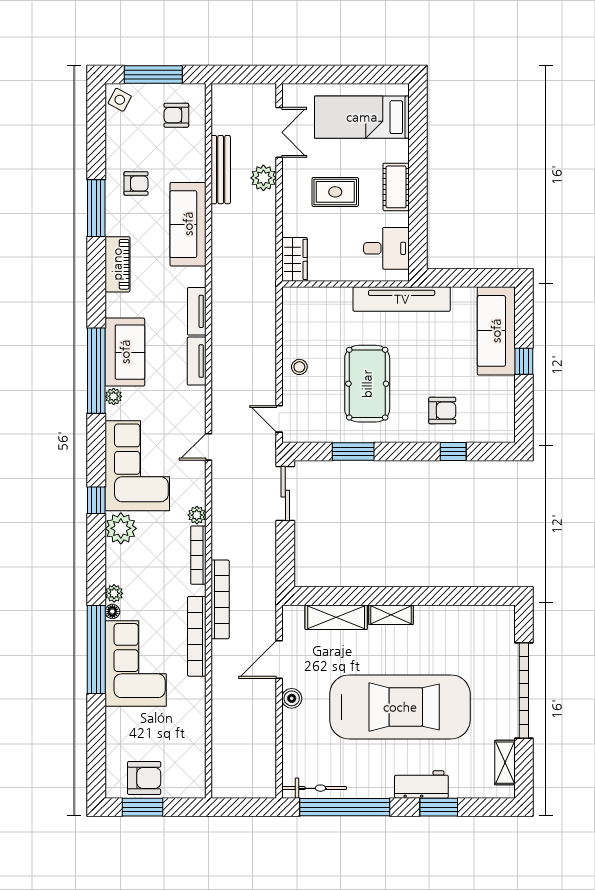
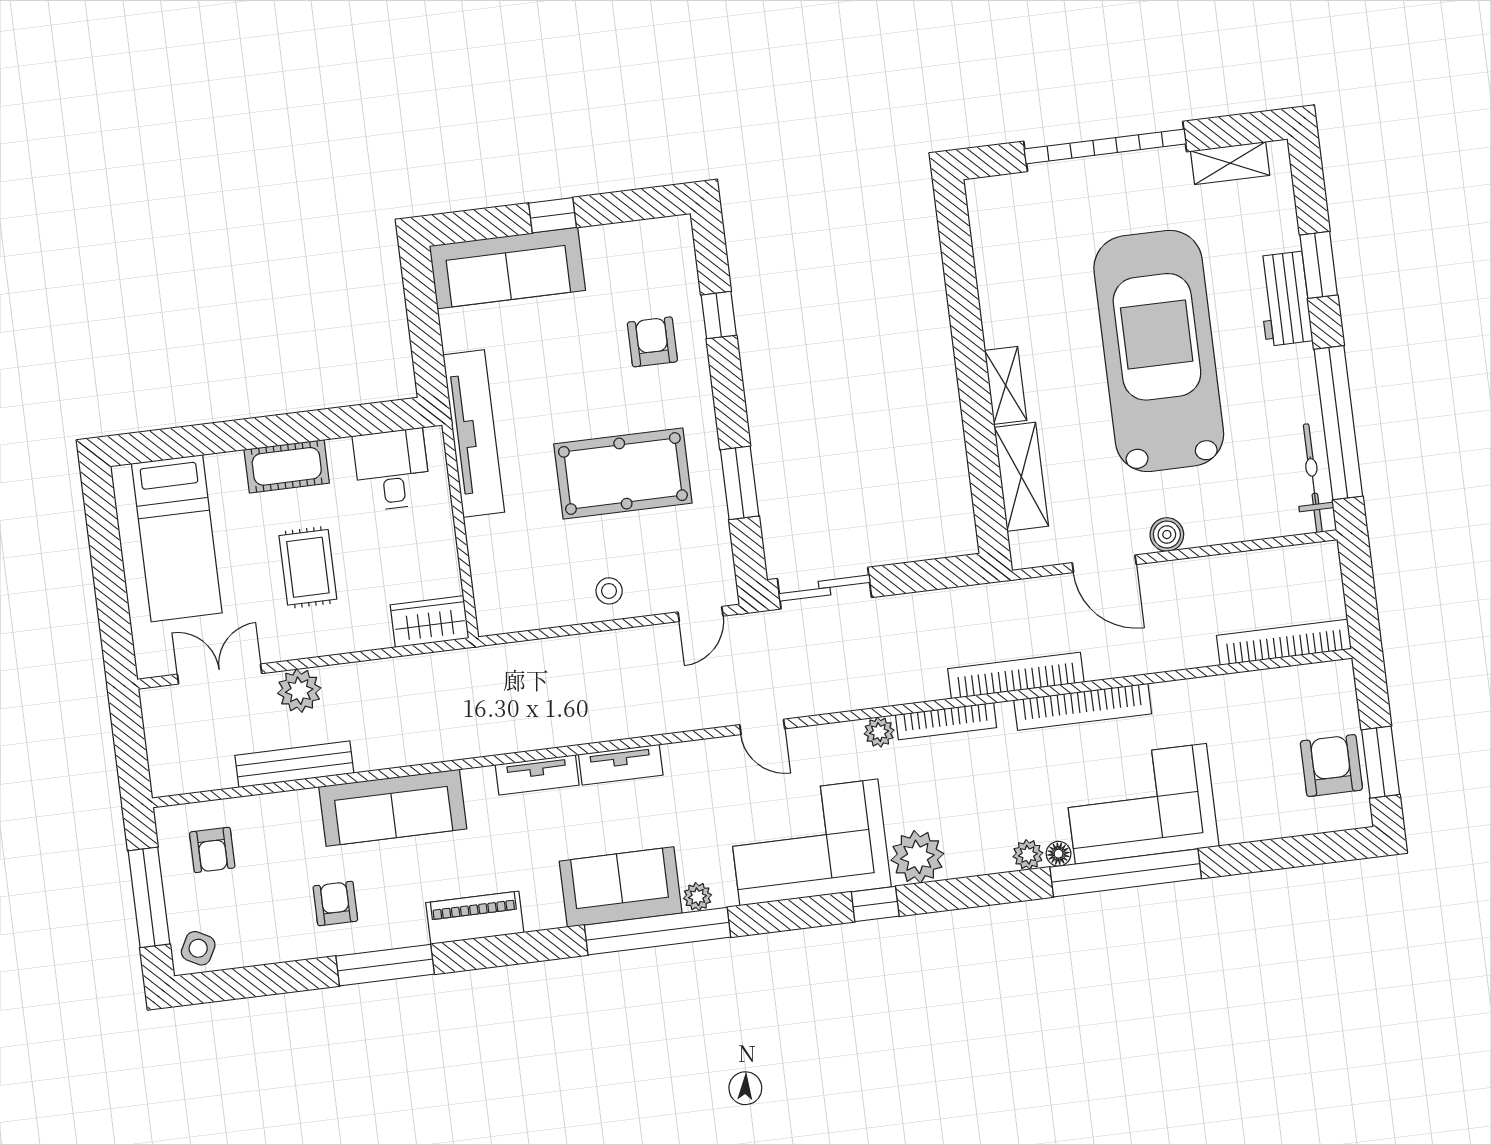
bookcase: (220, 759) -> (1284, 642), added

